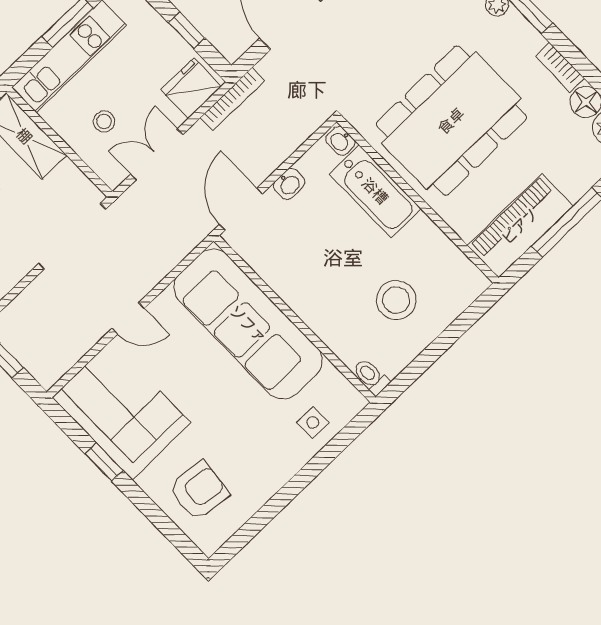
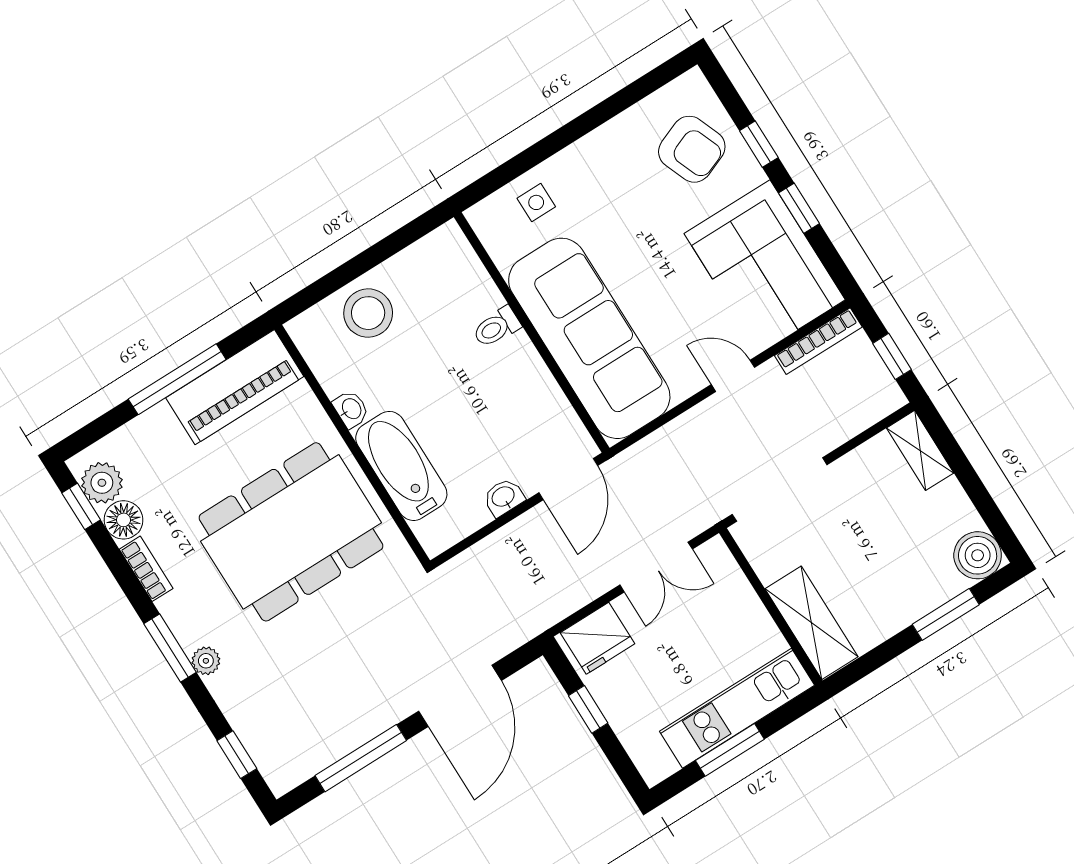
bookcase: (232, 99) -> (818, 341), moved, turned 180
stool: (104, 121) -> (711, 620), removed
washbasin: (340, 141) -> (351, 409), moved
stool: (396, 300) -> (368, 313), moved
toilet: (371, 377) -> (497, 327), moved, turned 90
armchair: (199, 491) -> (692, 149), turned -118
window: (147, 506) -> (759, 144), added

